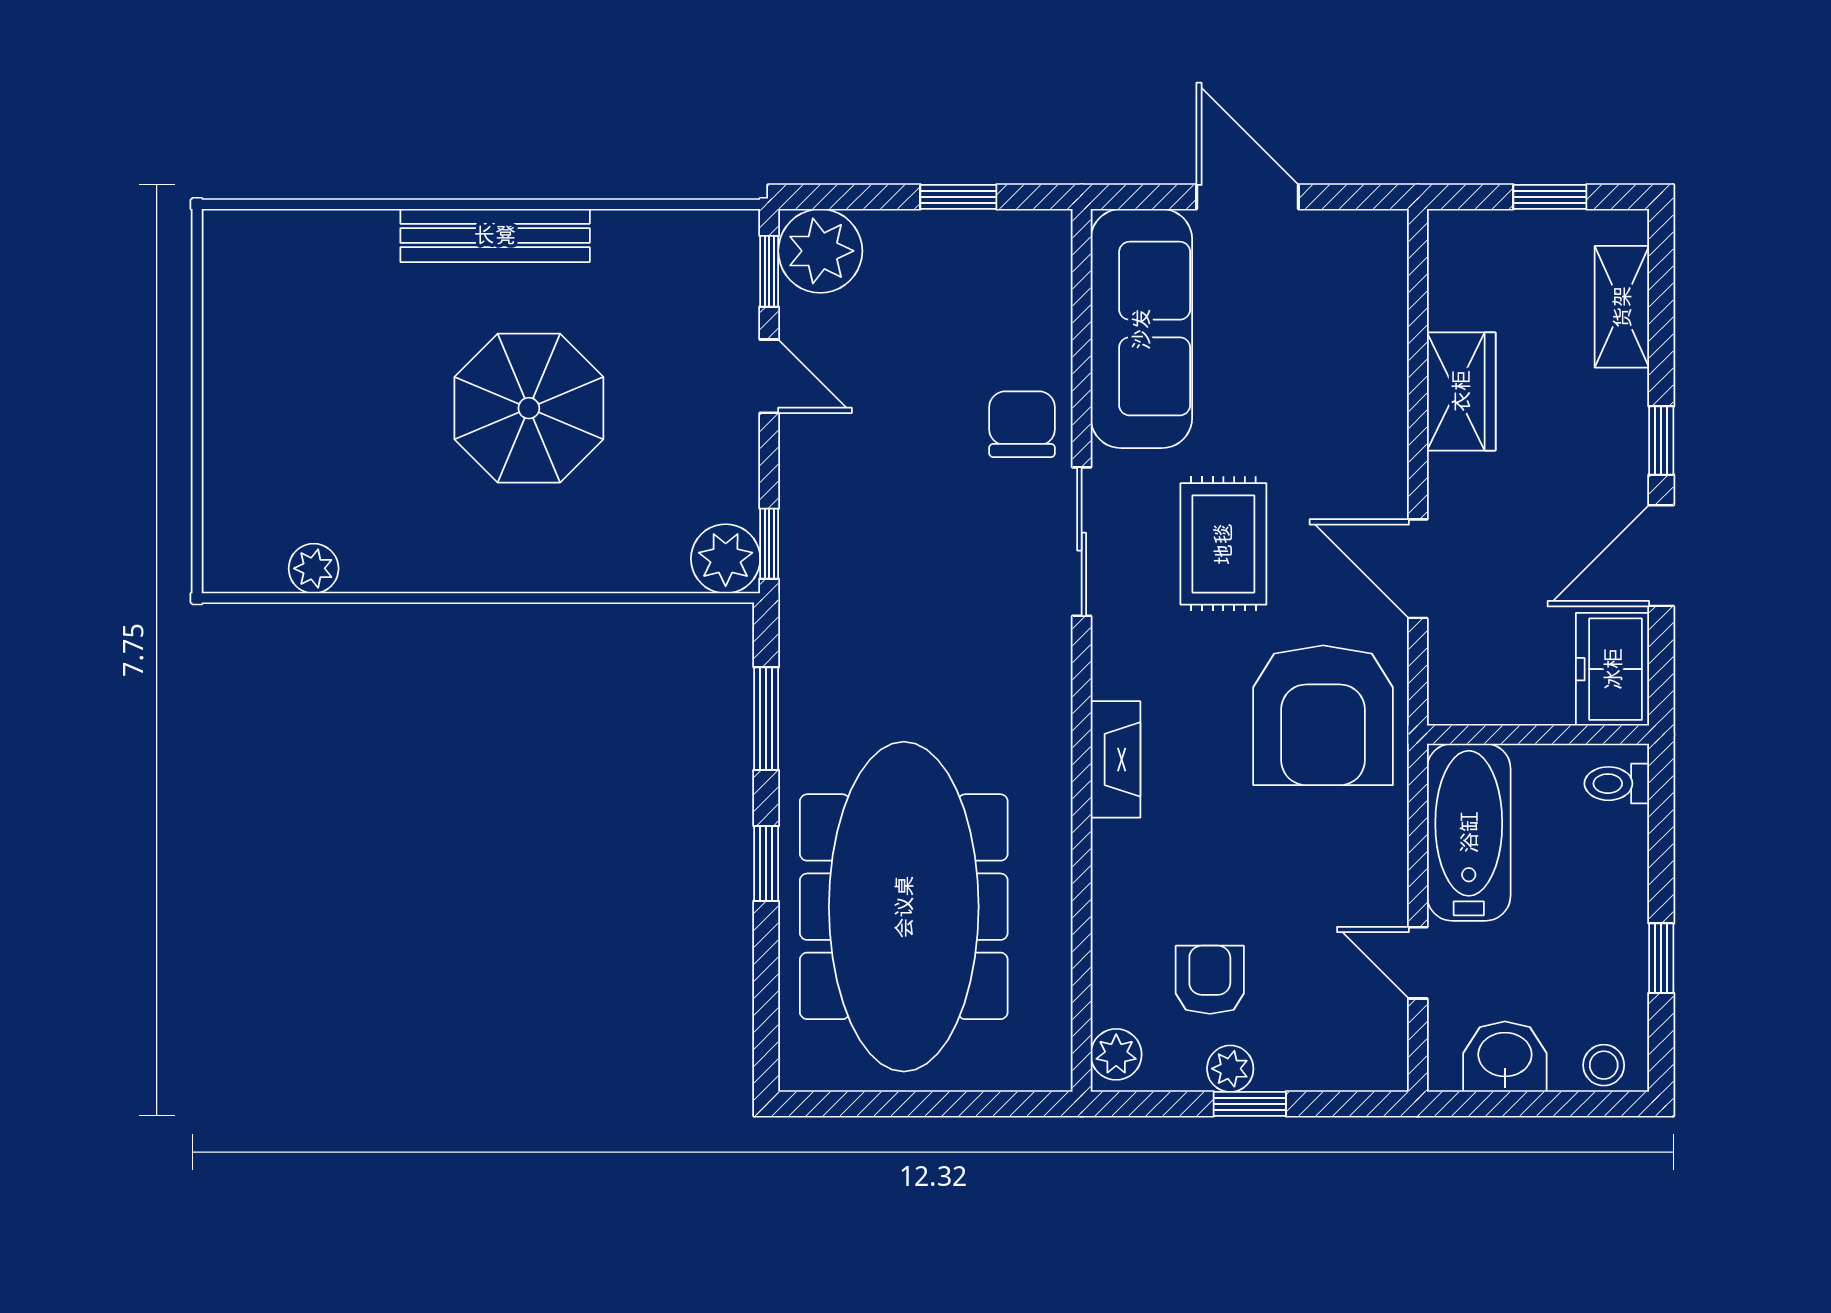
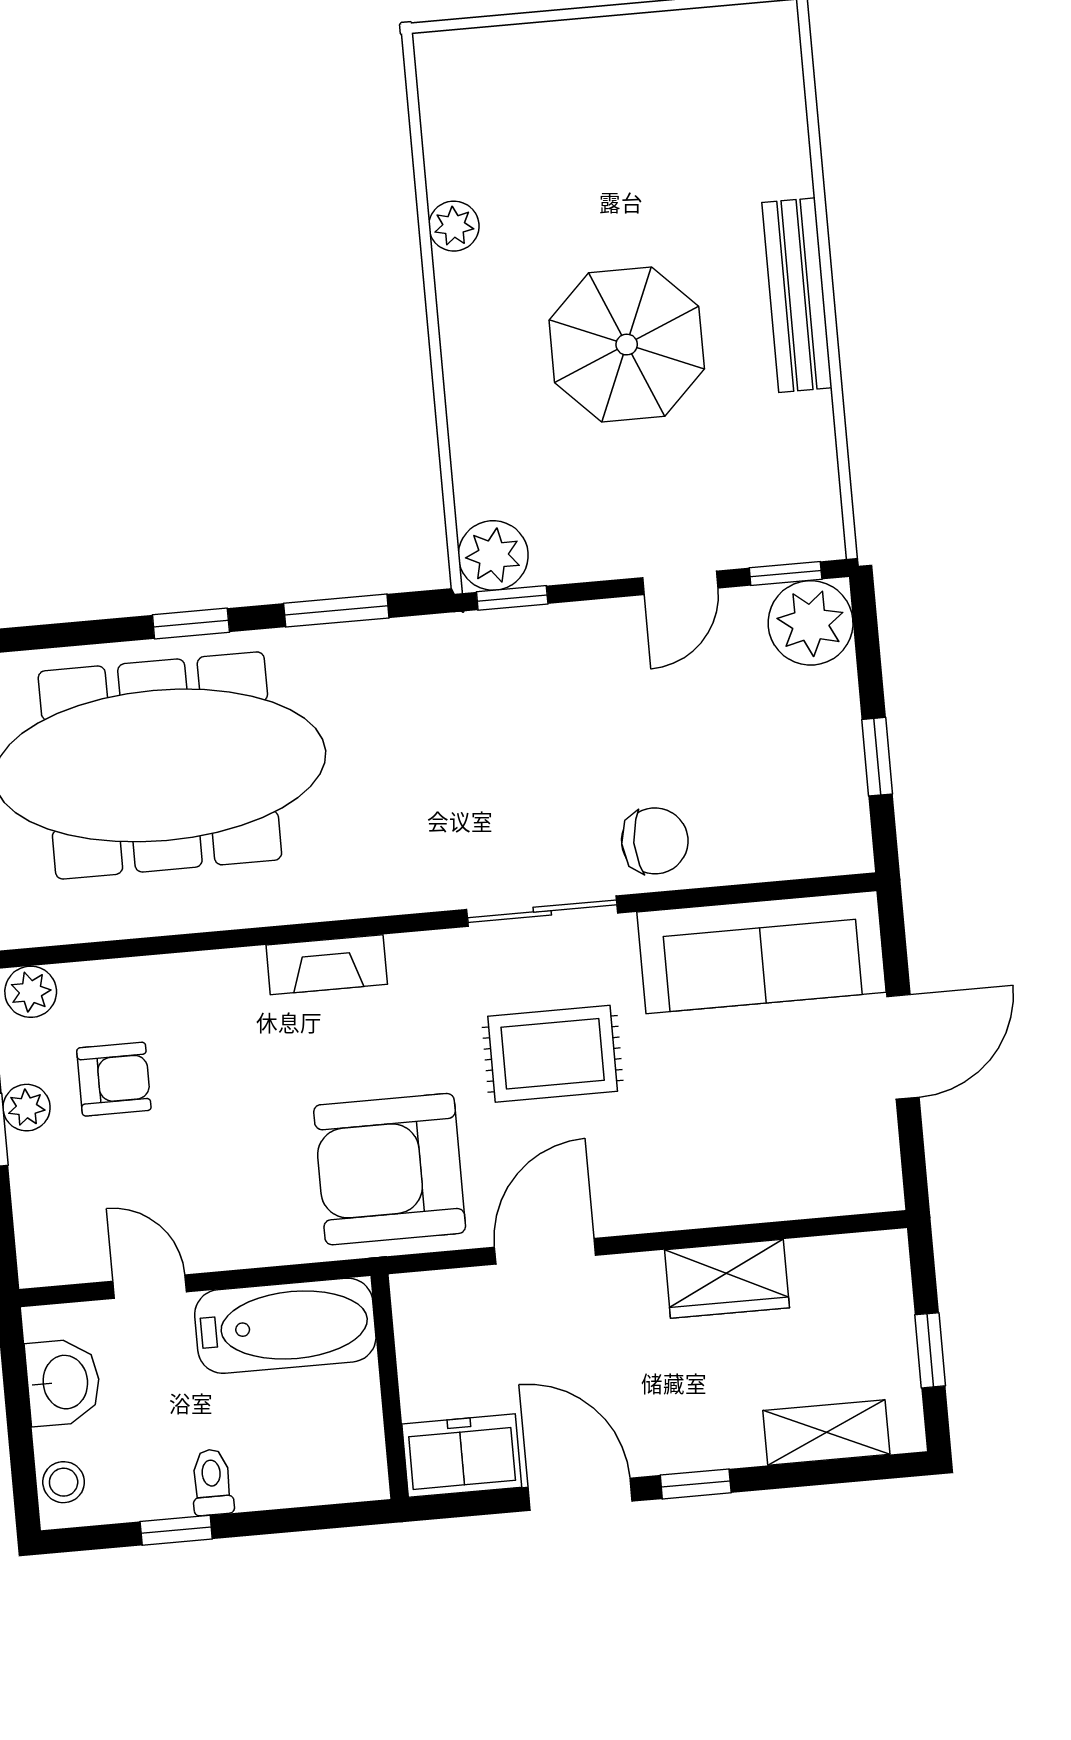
plant: (314, 568) -> (454, 226), moved
toilet: (1617, 784) -> (212, 1482), moved
door: (1418, 963) -> (150, 1287), hinge flipped

